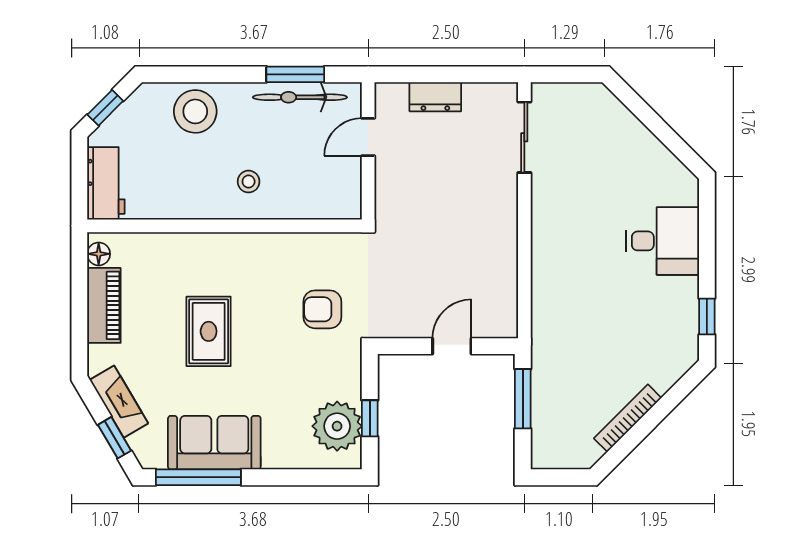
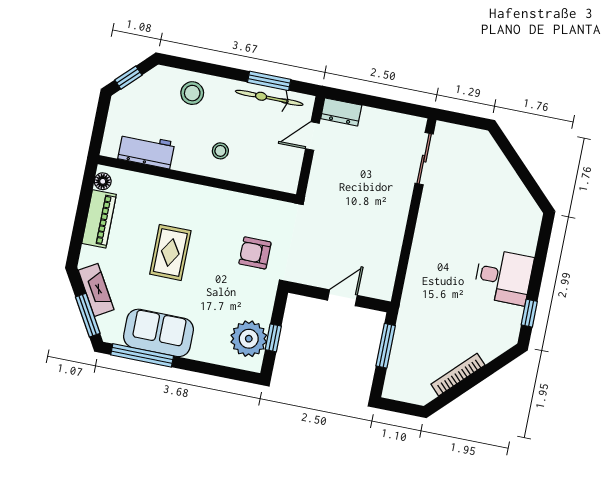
dresser: (435, 97) -> (341, 112), moved
stool: (195, 111) -> (192, 93), width x0.73, depth x0.73
workbench: (106, 183) -> (146, 150), moved, turned -90
desk: (663, 241) -> (503, 277), moved
window: (114, 438) -> (88, 315), width x1.50

